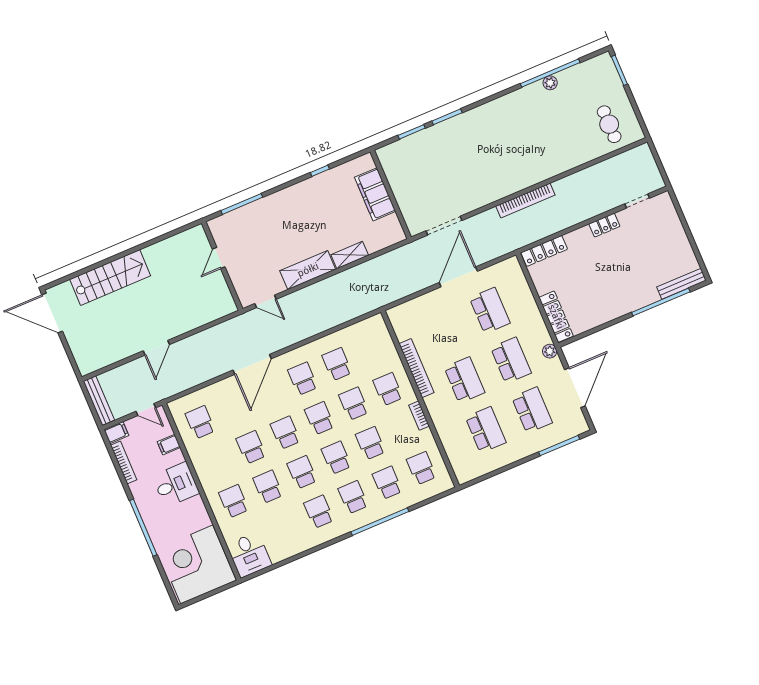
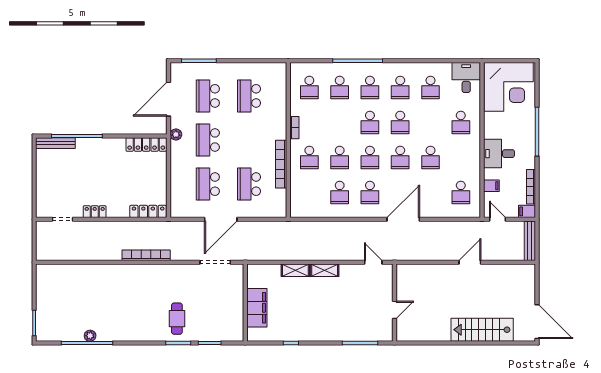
cafe table: (609, 124) -> (177, 319), moved
shelving: (308, 270) -> (325, 270), width x0.67, depth x0.75
locker: (556, 317) -> (146, 144), moved, turned -90
school desk: (464, 380) -> (249, 184), moved
school desk: (370, 443) -> (340, 123), removed
school desk: (268, 487) -> (431, 88), moved

